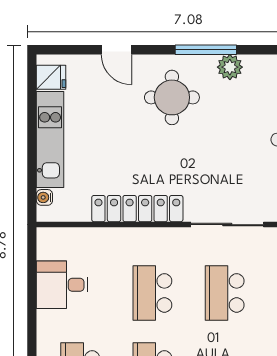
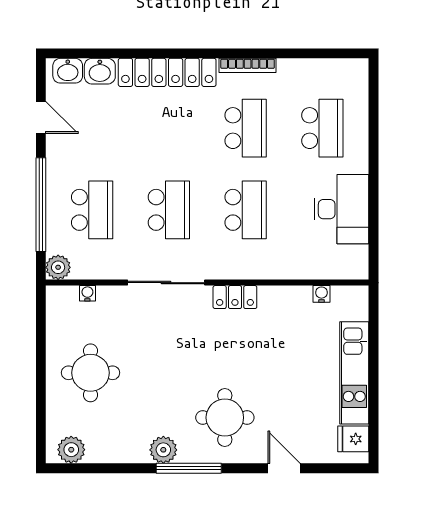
water cooler: (44, 197) -> (321, 294), moved, turned -90
locker: (137, 209) -> (235, 297), width x0.46, depth x0.83
desk: (62, 285) -> (341, 209), width x1.37

